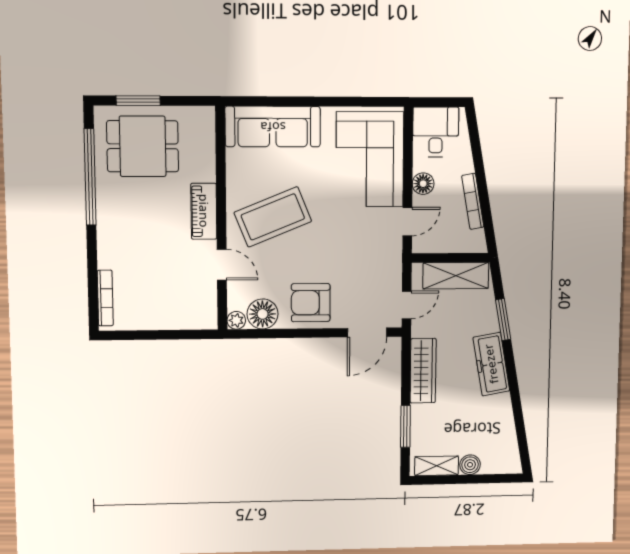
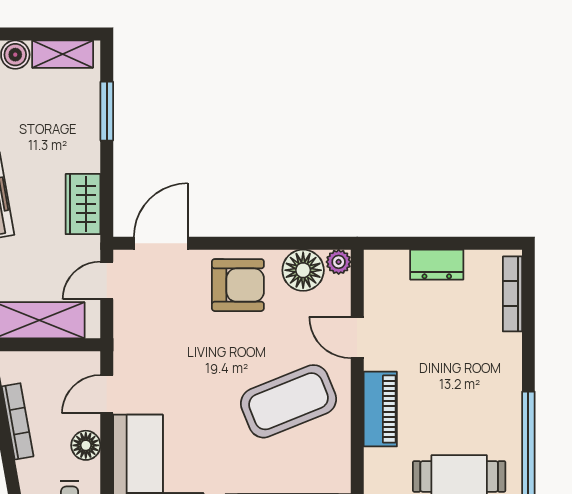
dresser: (163, 319) -> (437, 265), added
wardrobe: (423, 371) -> (83, 204), width x0.67

